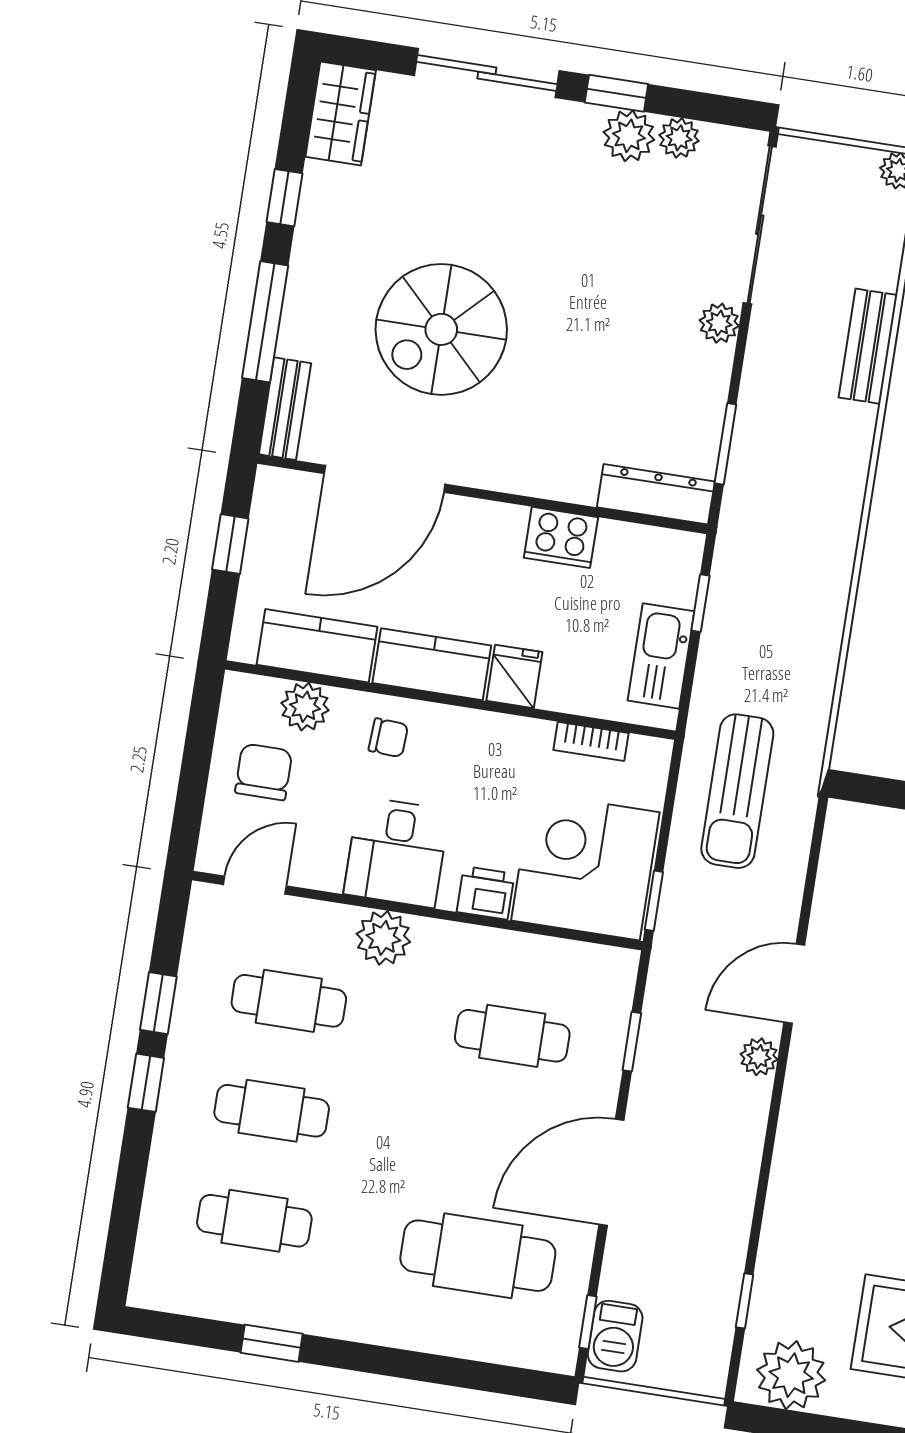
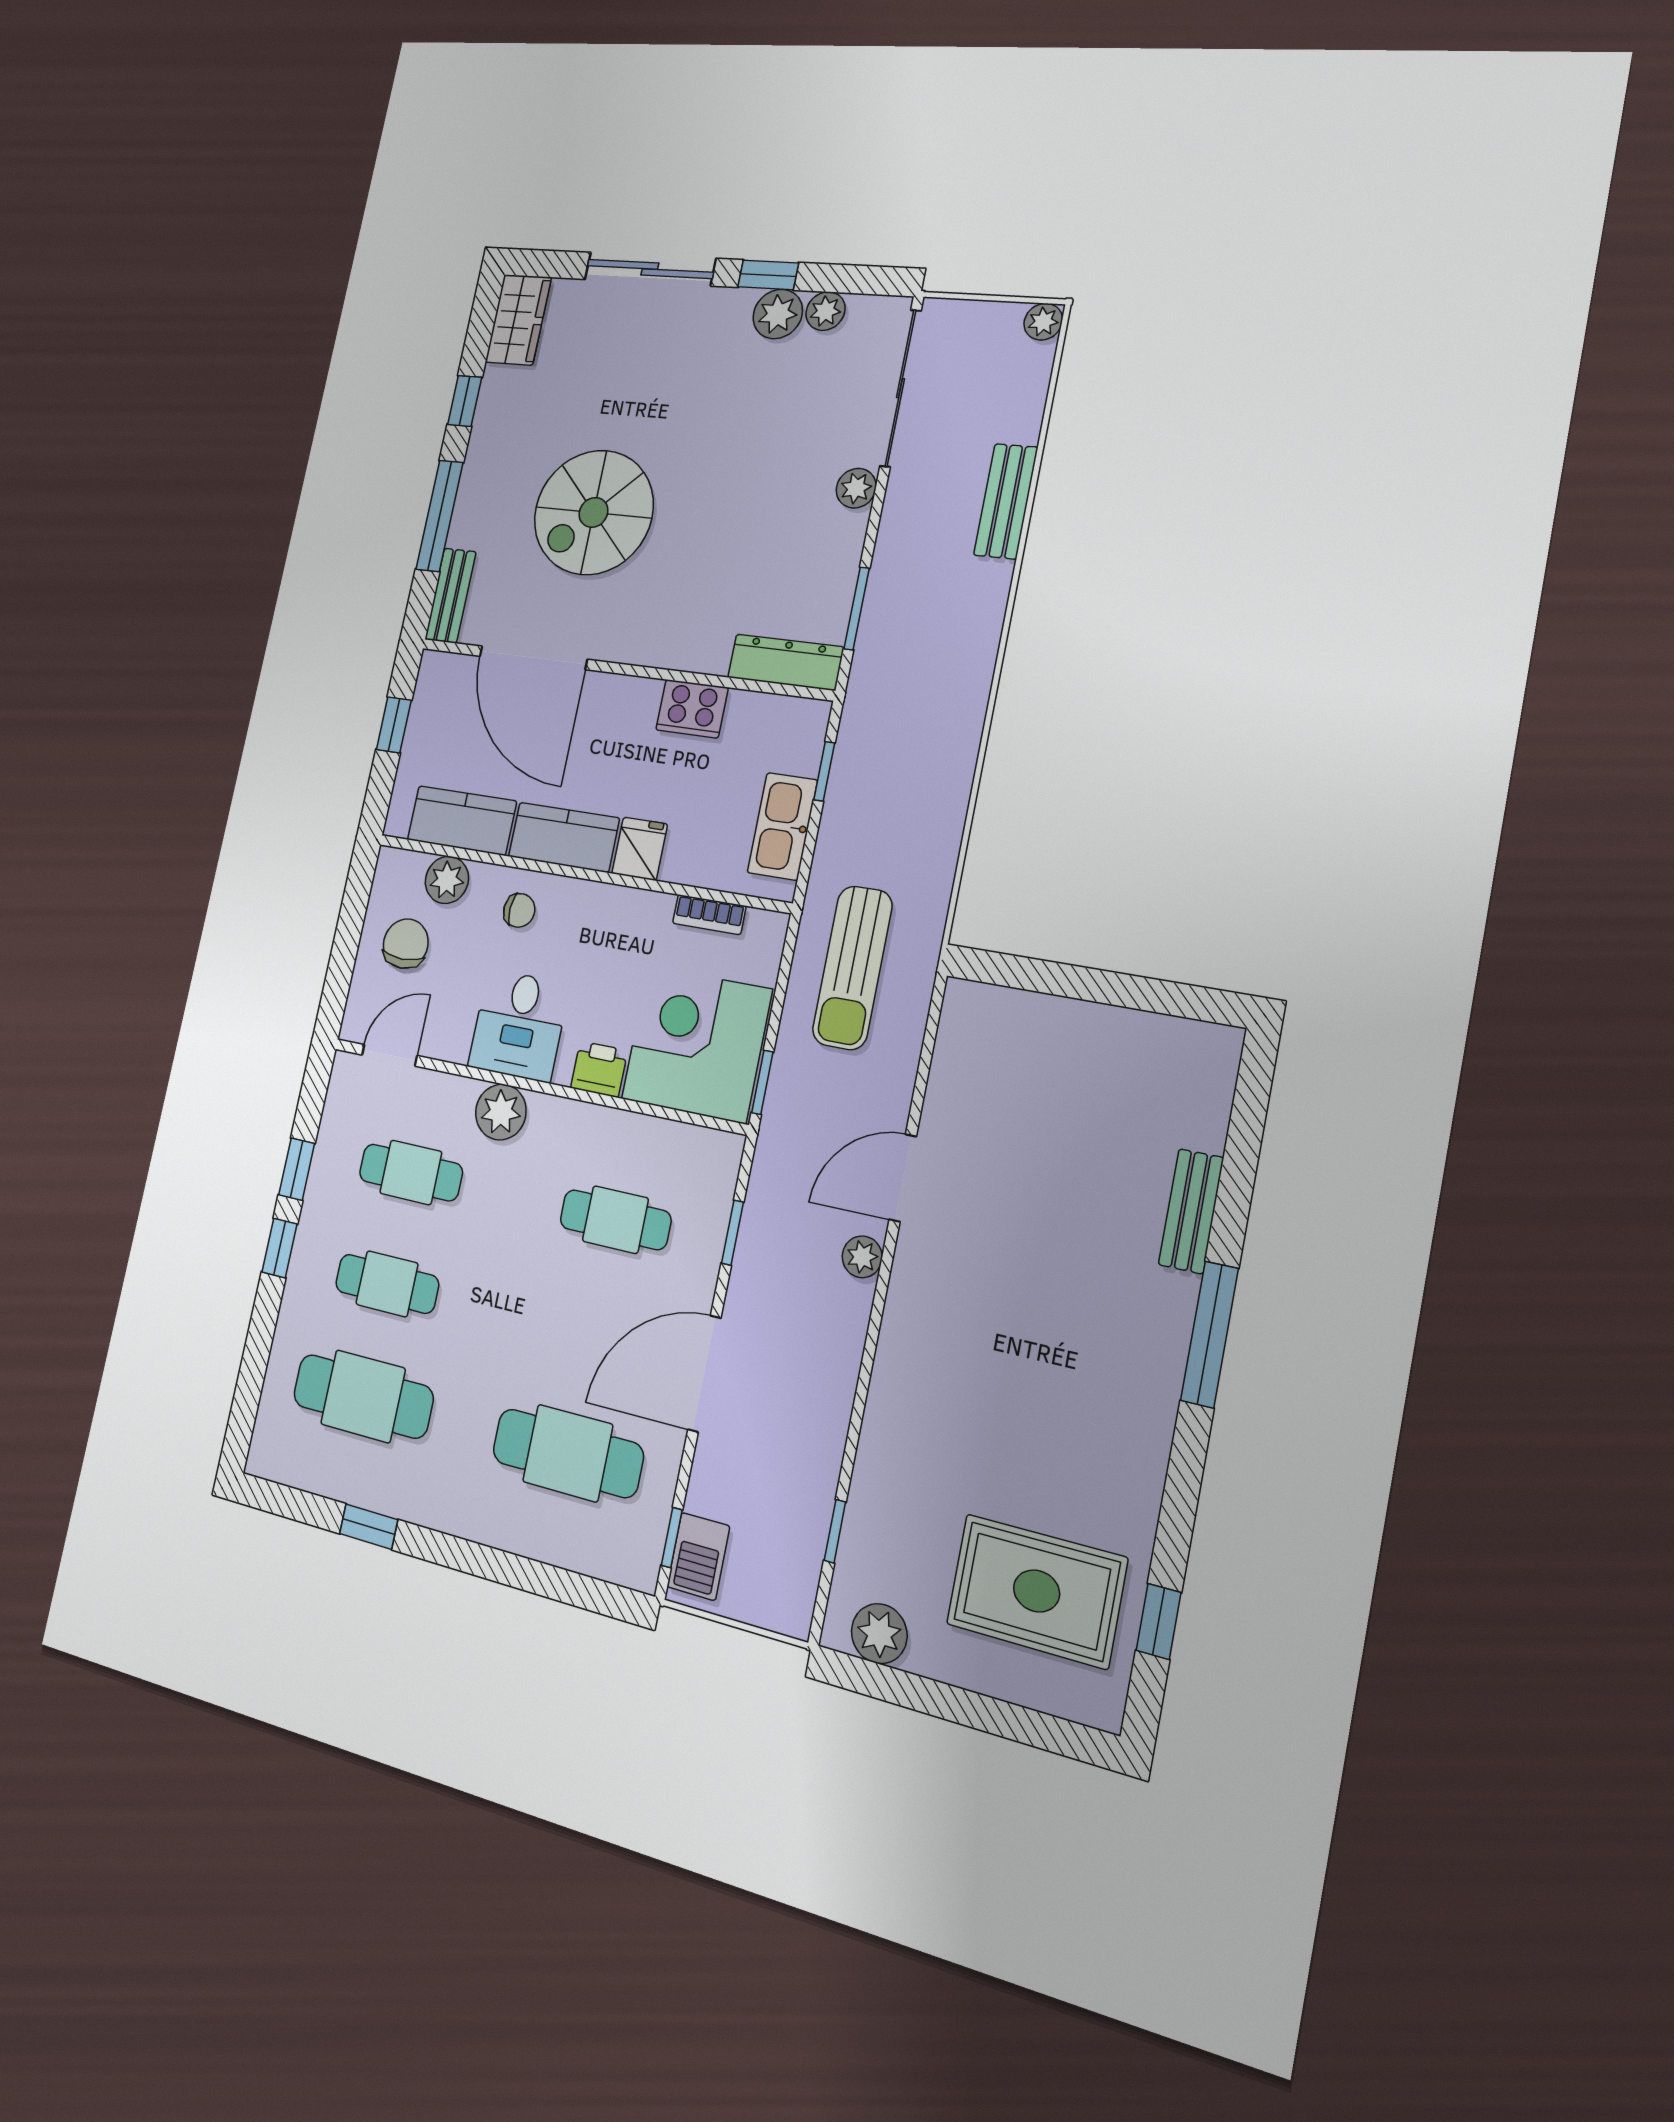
door: (385, 479) -> (533, 658), hinge flipped
cafe table: (254, 1221) -> (363, 1396), width x1.37, depth x1.35
plant: (791, 1375) -> (879, 1634), width x0.73, depth x0.73

